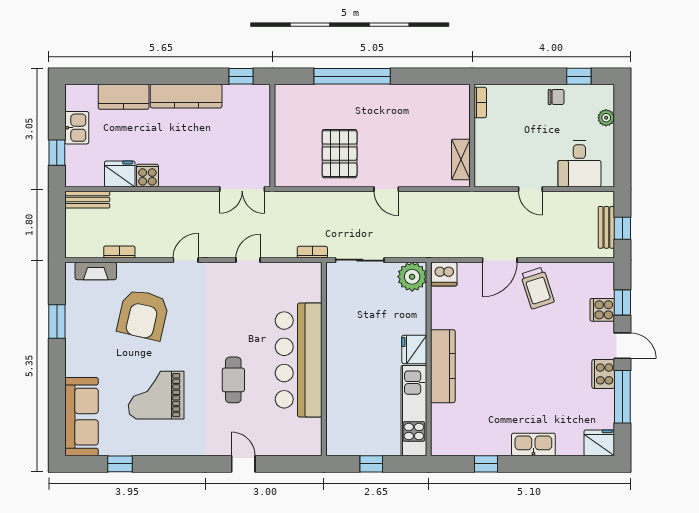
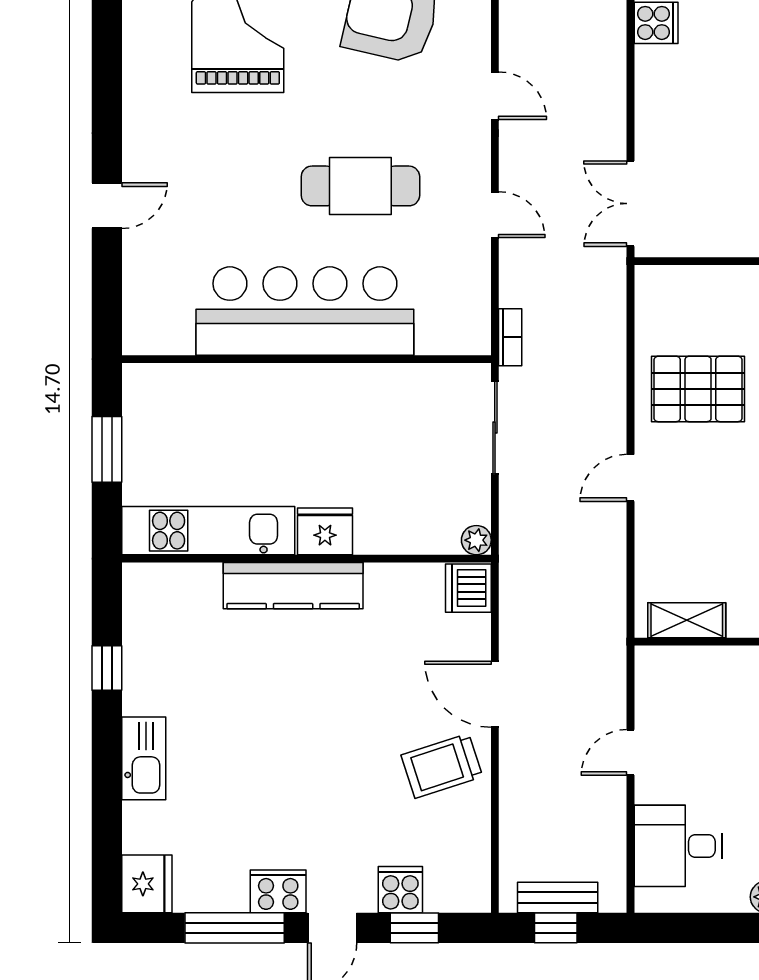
plant: (412, 277) -> (476, 540), width x0.53, depth x0.53
cafe table: (233, 380) -> (360, 186), moved, width x1.37, depth x1.35
window: (371, 464) -> (107, 449), width x1.50

